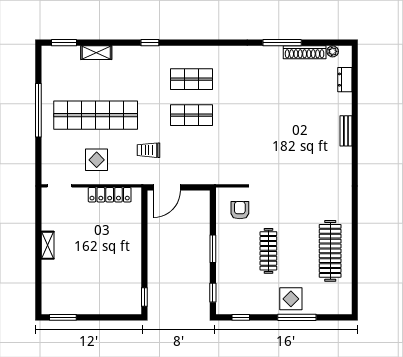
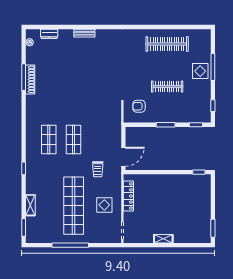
shoe rack: (305, 52) -> (30, 79), moved
door: (167, 187) -> (123, 157), hinge flipped

